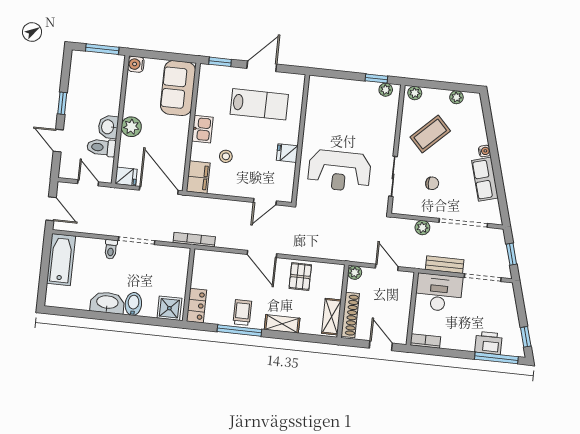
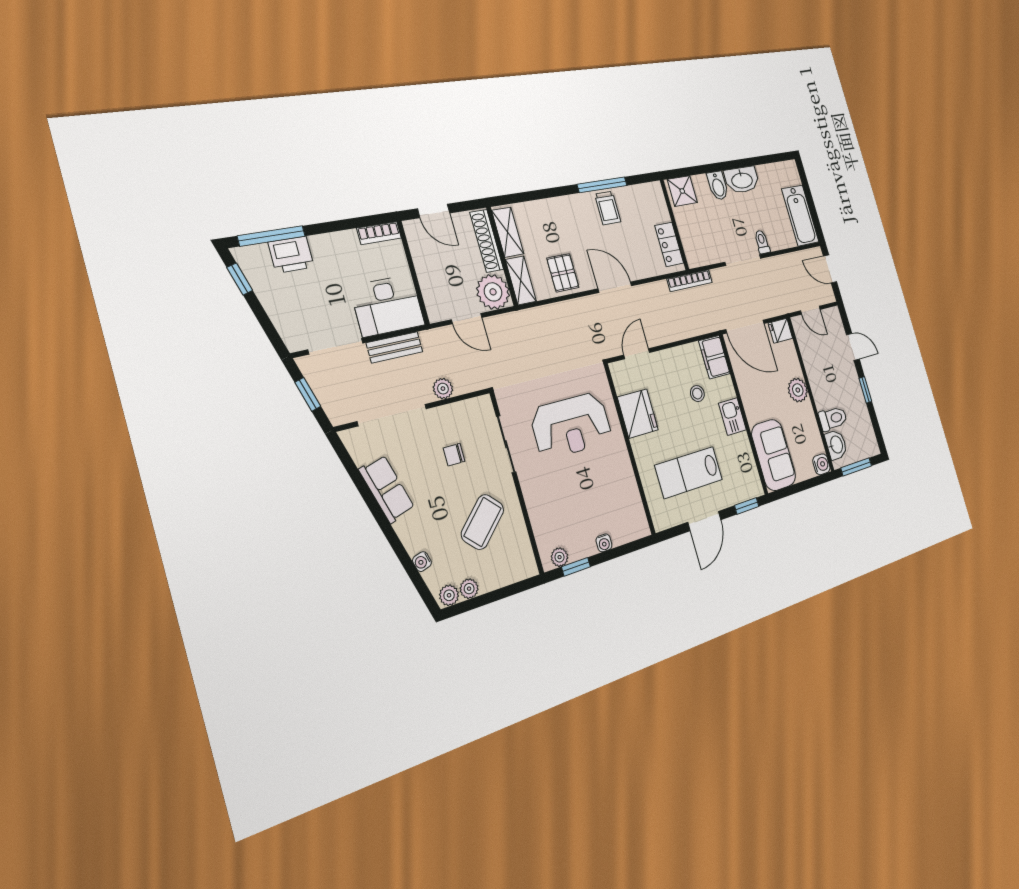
water cooler: (349, 85) -> (604, 543), added
plant: (415, 93) -> (449, 595), moved
washbasin: (108, 127) -> (836, 445), moved
toilet: (101, 147) -> (833, 418), moved
water cooler: (484, 151) -> (422, 562), moved
fridge: (287, 153) -> (638, 414), width x1.88, depth x1.34
reception desk: (339, 171) -> (571, 426), turned 180
plant: (355, 273) -> (493, 292), width x1.87, depth x1.87
locker: (197, 306) -> (669, 244), moved
shelving: (282, 324) -> (521, 280), moved, turned 90

